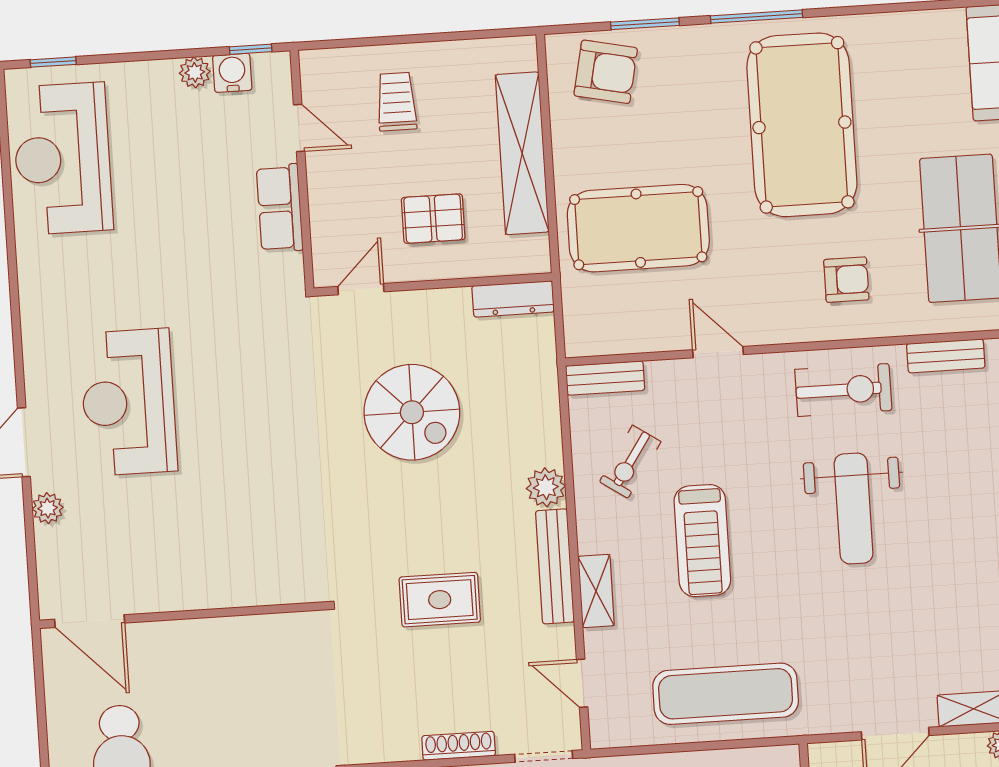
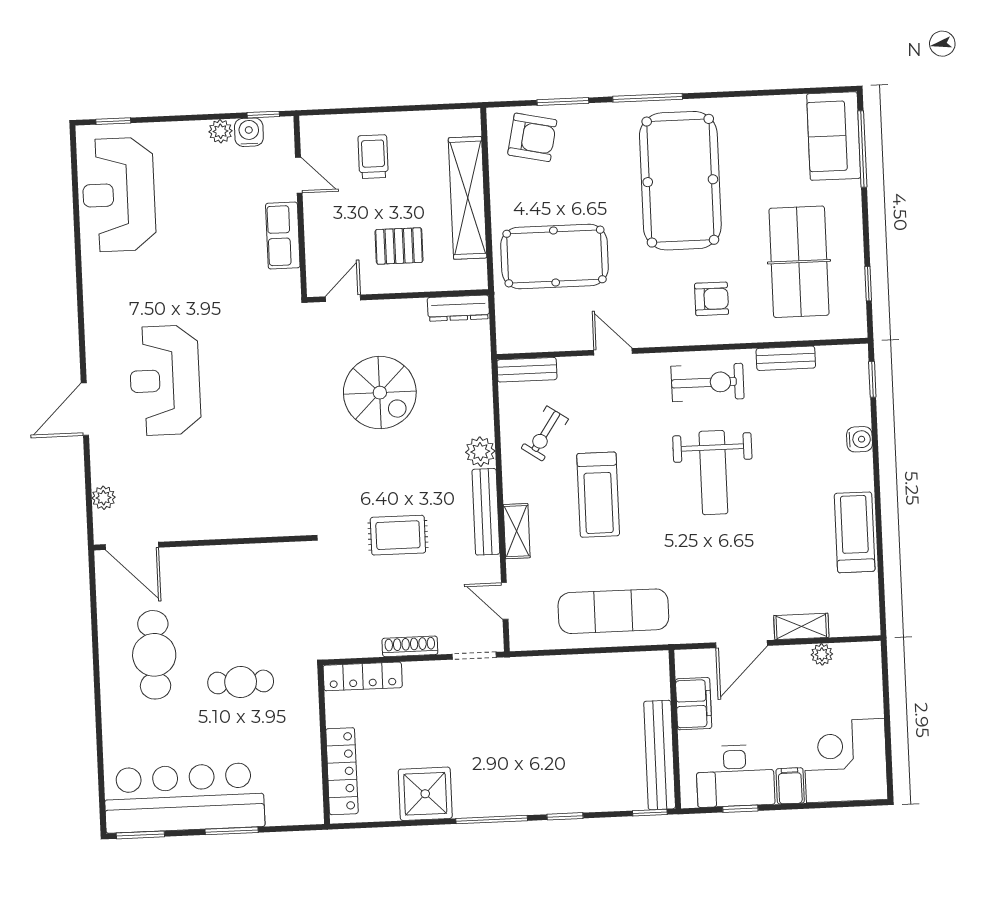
plant: (48, 508) -> (104, 498), moved

